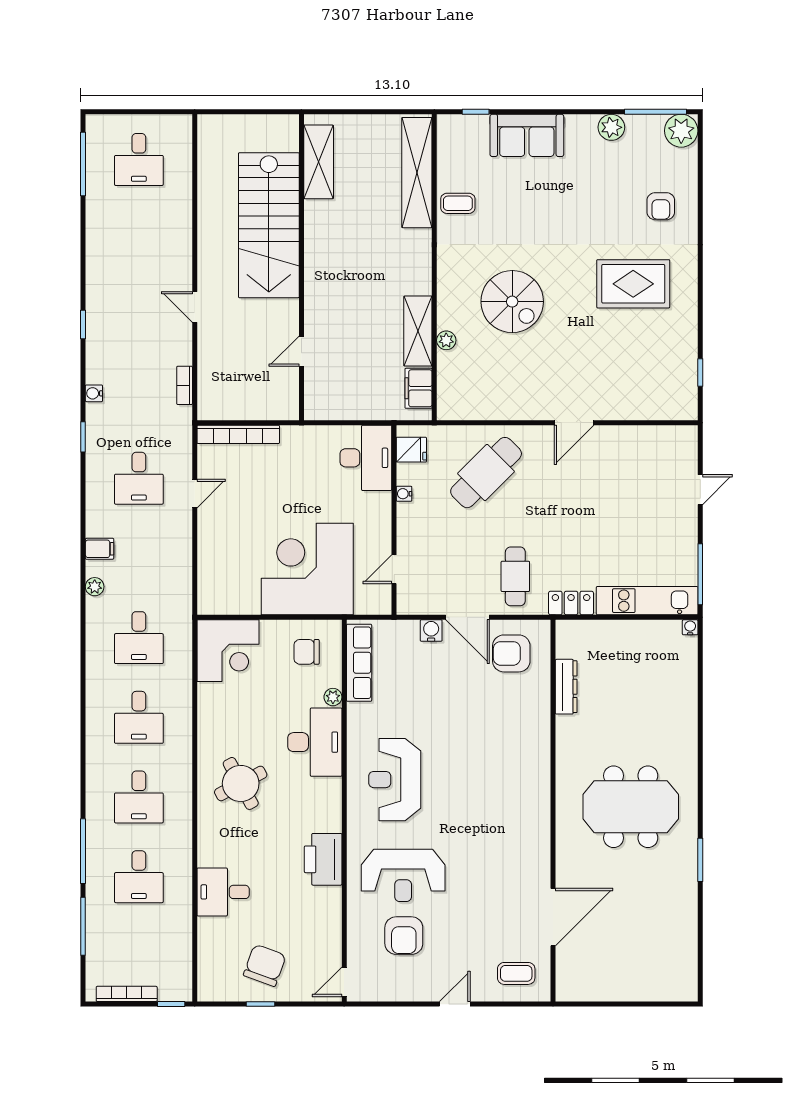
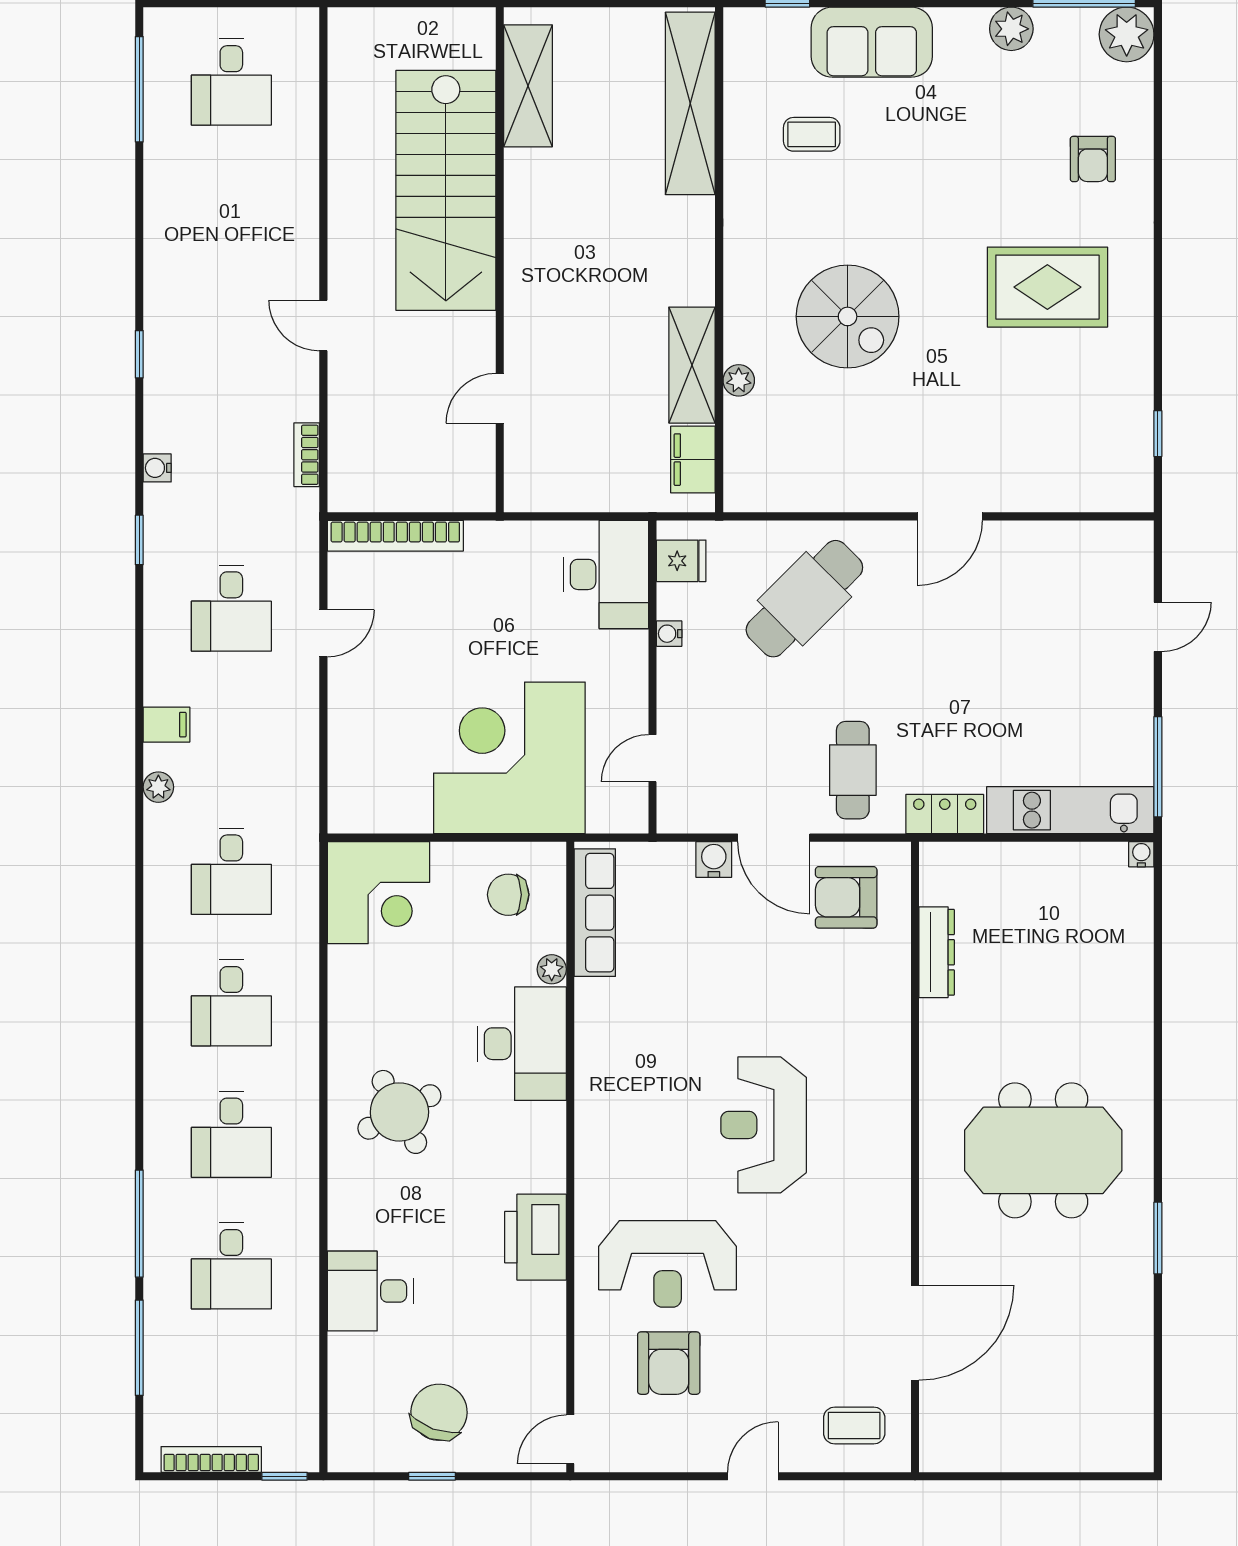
coffee table: (458, 203) -> (812, 134), moved
reception desk: (395, 780) -> (764, 1125), moved

